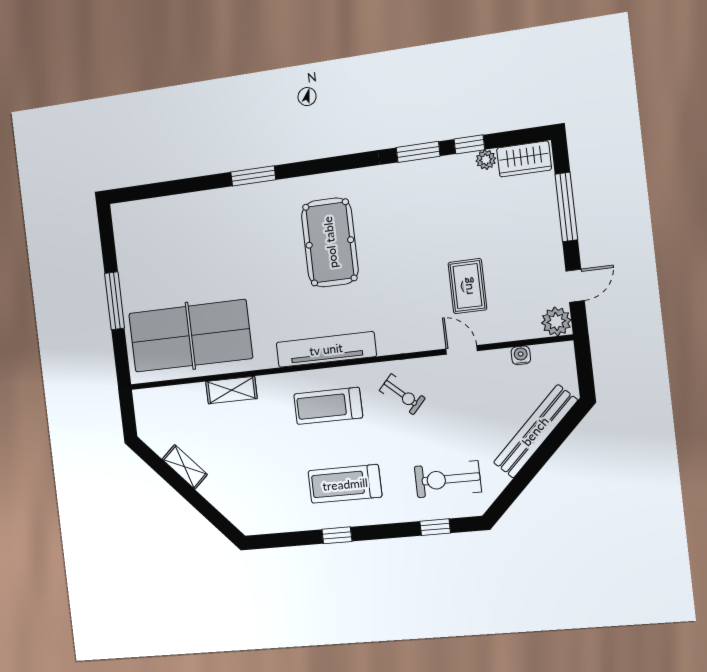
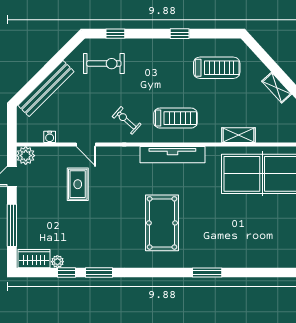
treadmill: (345, 484) -> (217, 68), moved

